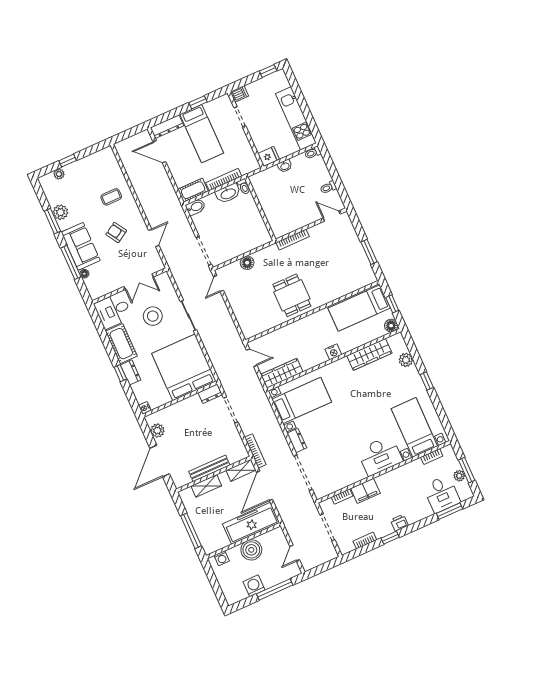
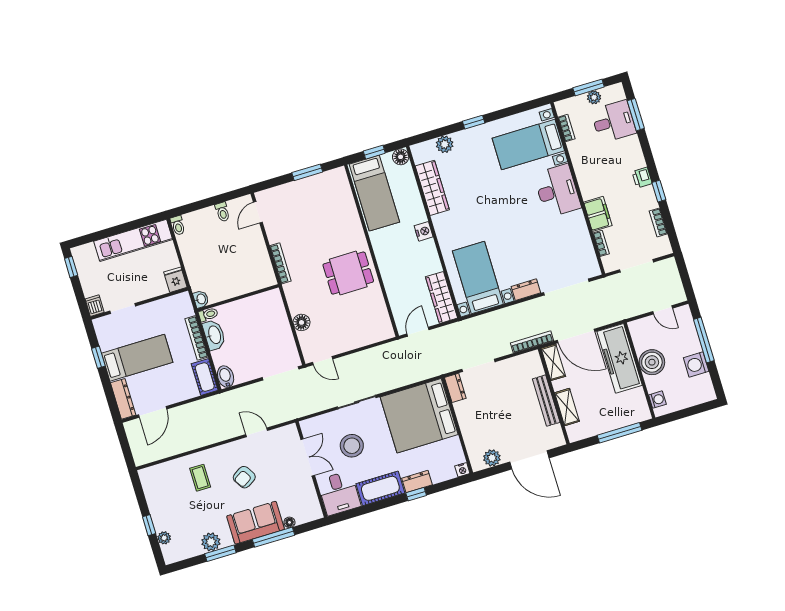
washbasin: (285, 166) -> (201, 299), moved

